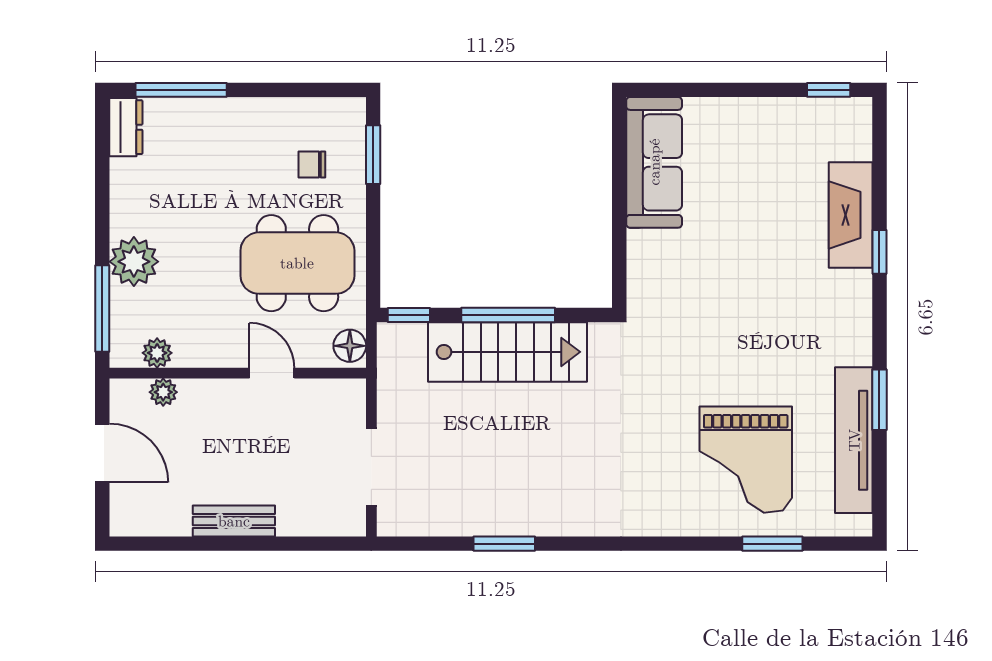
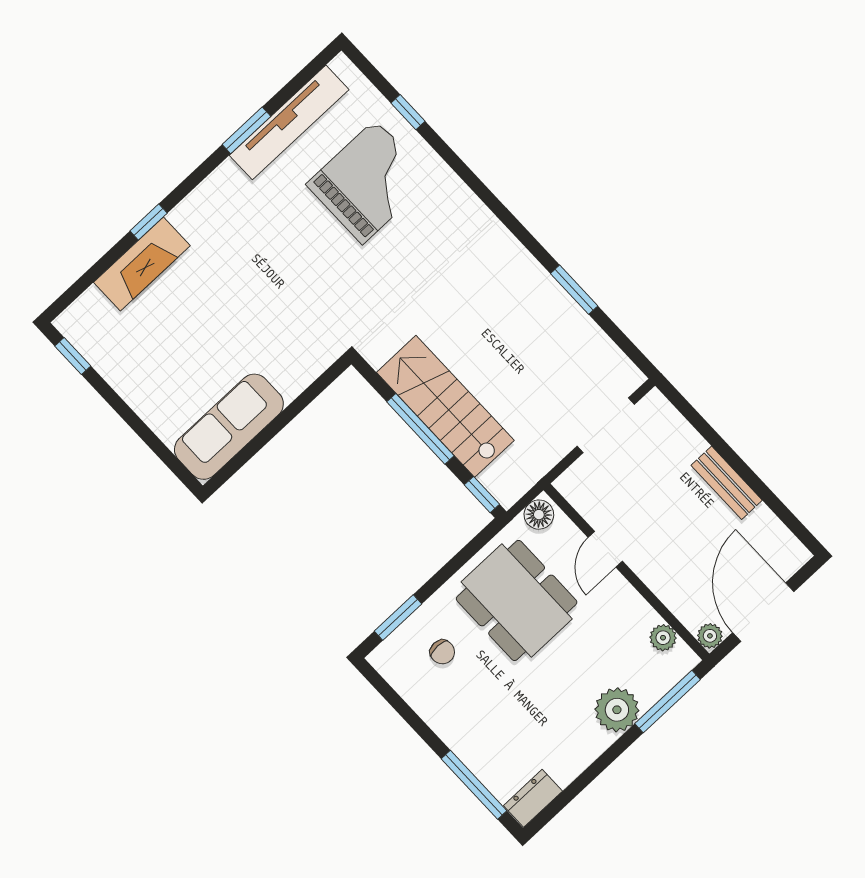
plant: (163, 392) -> (710, 636), moved
door: (102, 453) -> (763, 612), width x1.36
window: (772, 544) -> (408, 112), width x0.67

